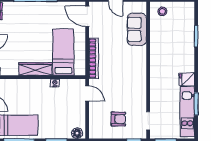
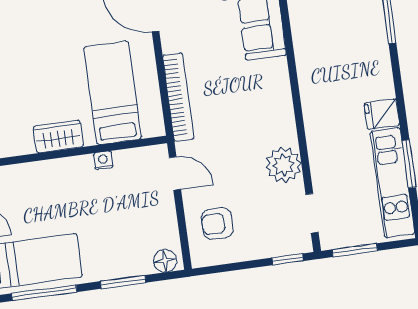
wardrobe: (35, 69) -> (58, 137), width x0.67
plant: (138, 96) -> (283, 165), added
armchair: (118, 119) -> (217, 224), moved, turned 180

